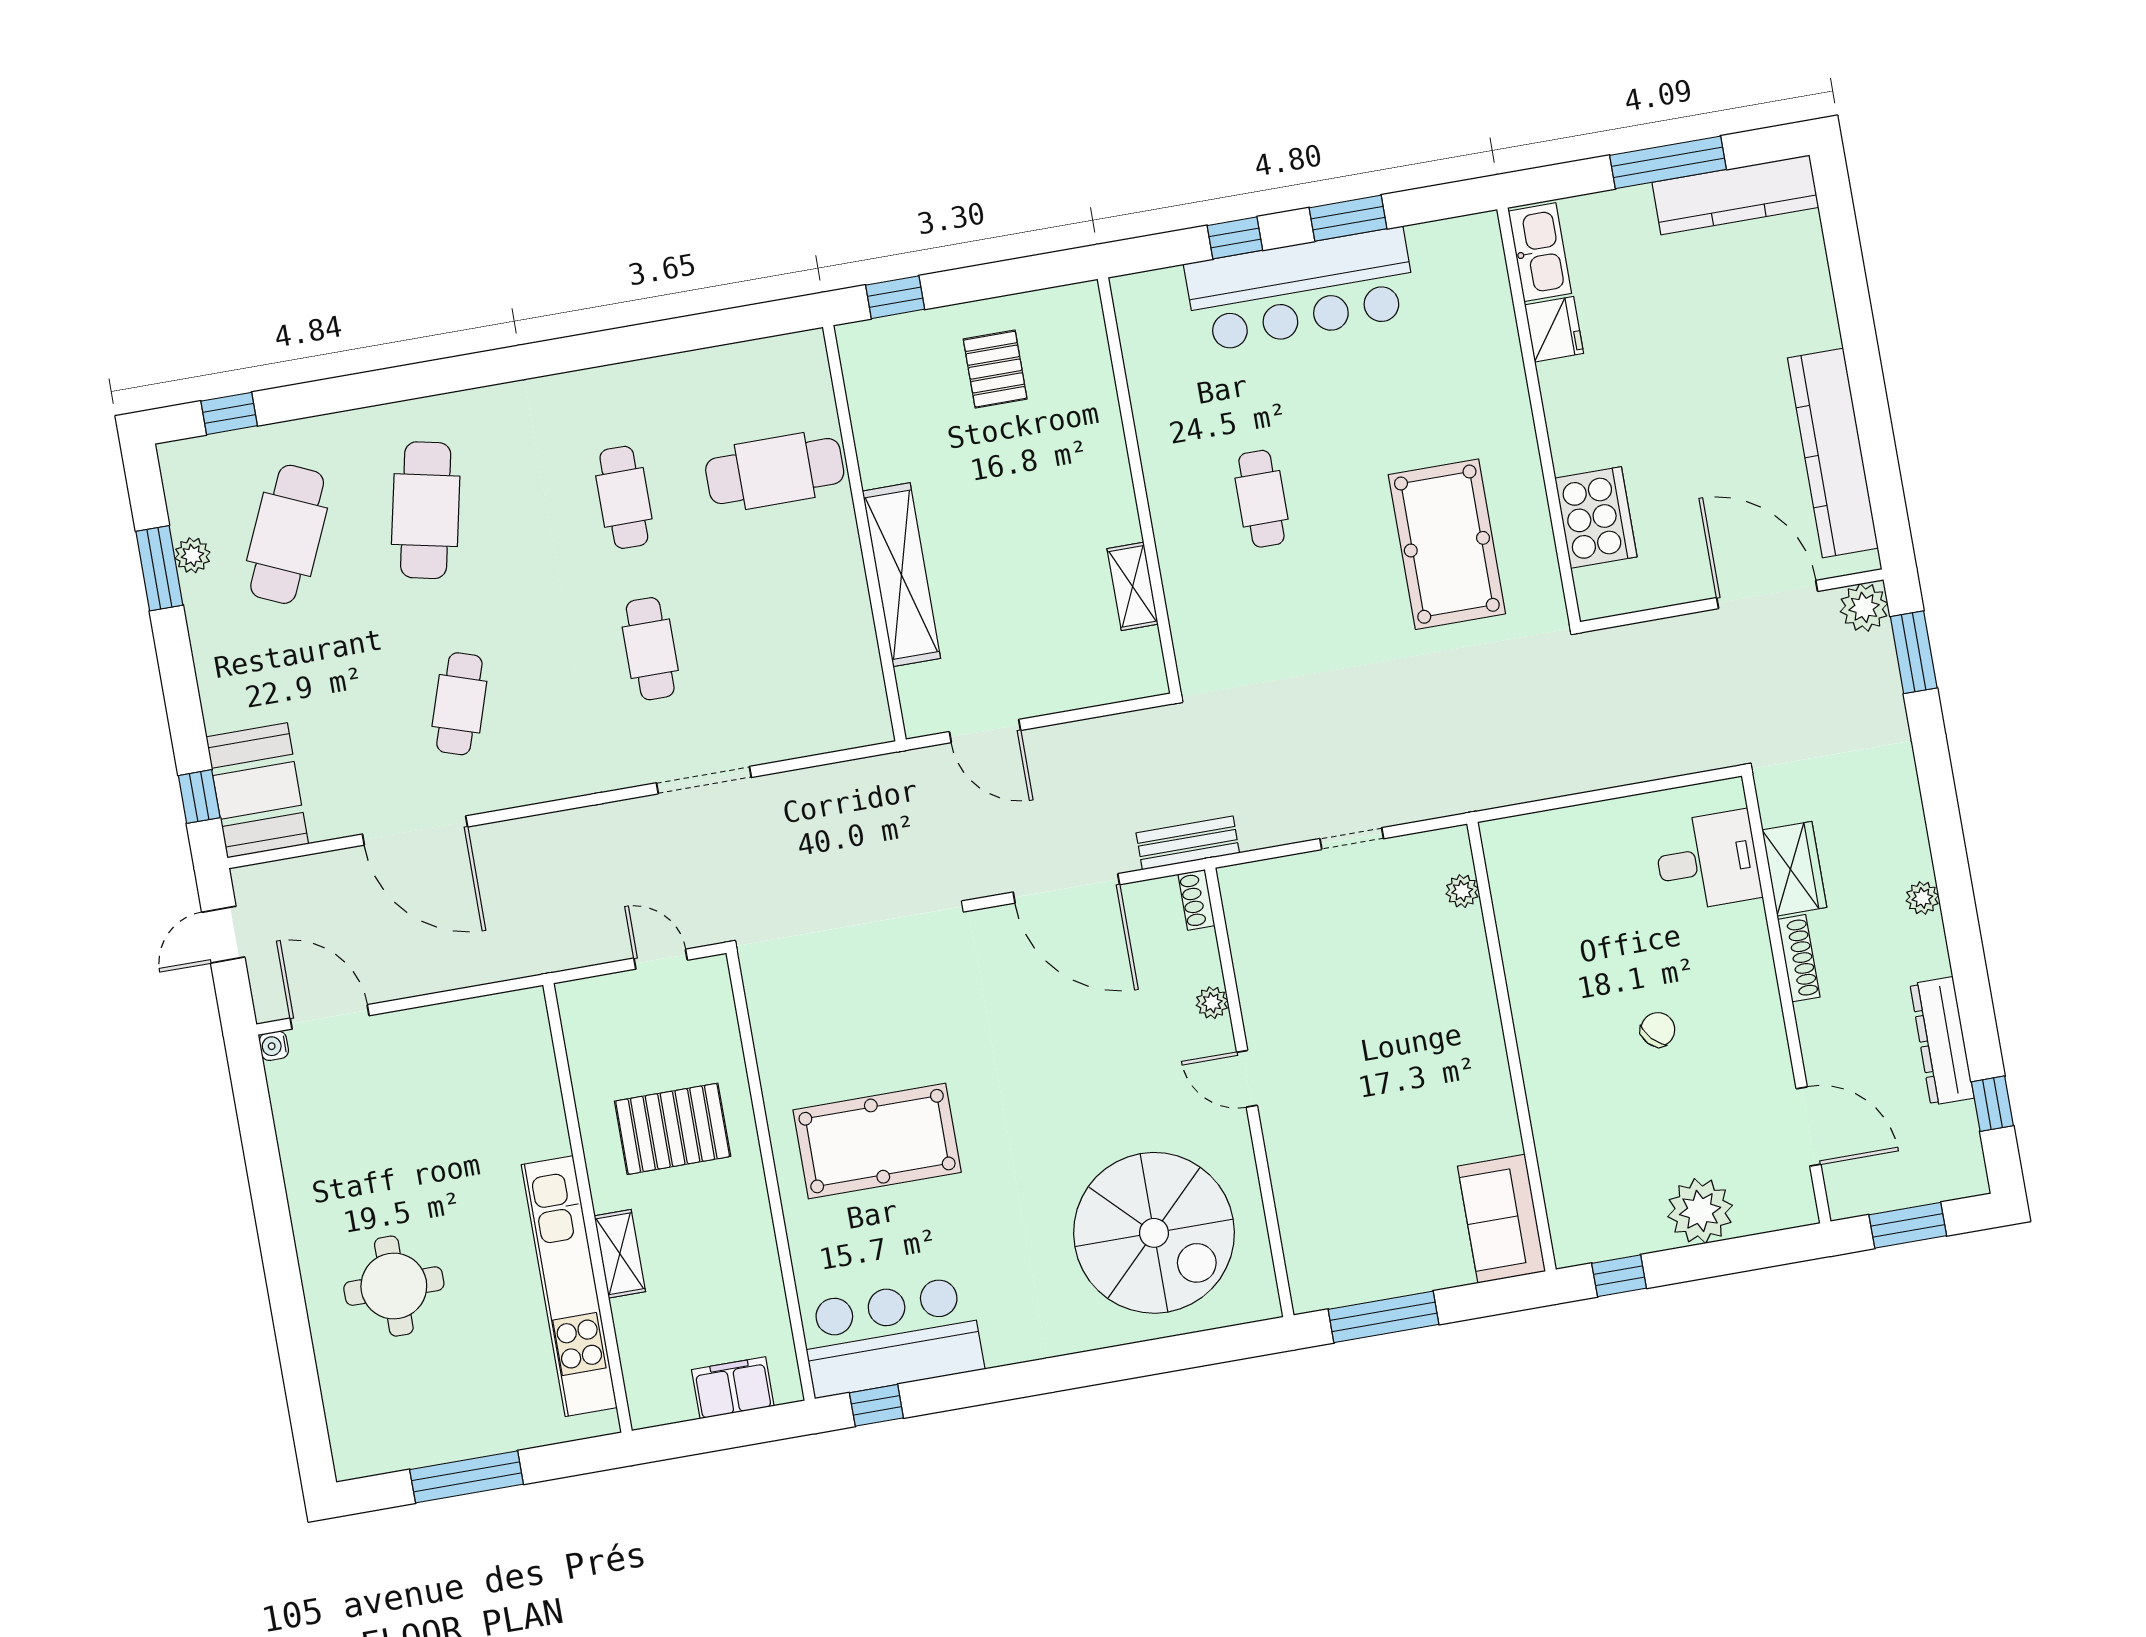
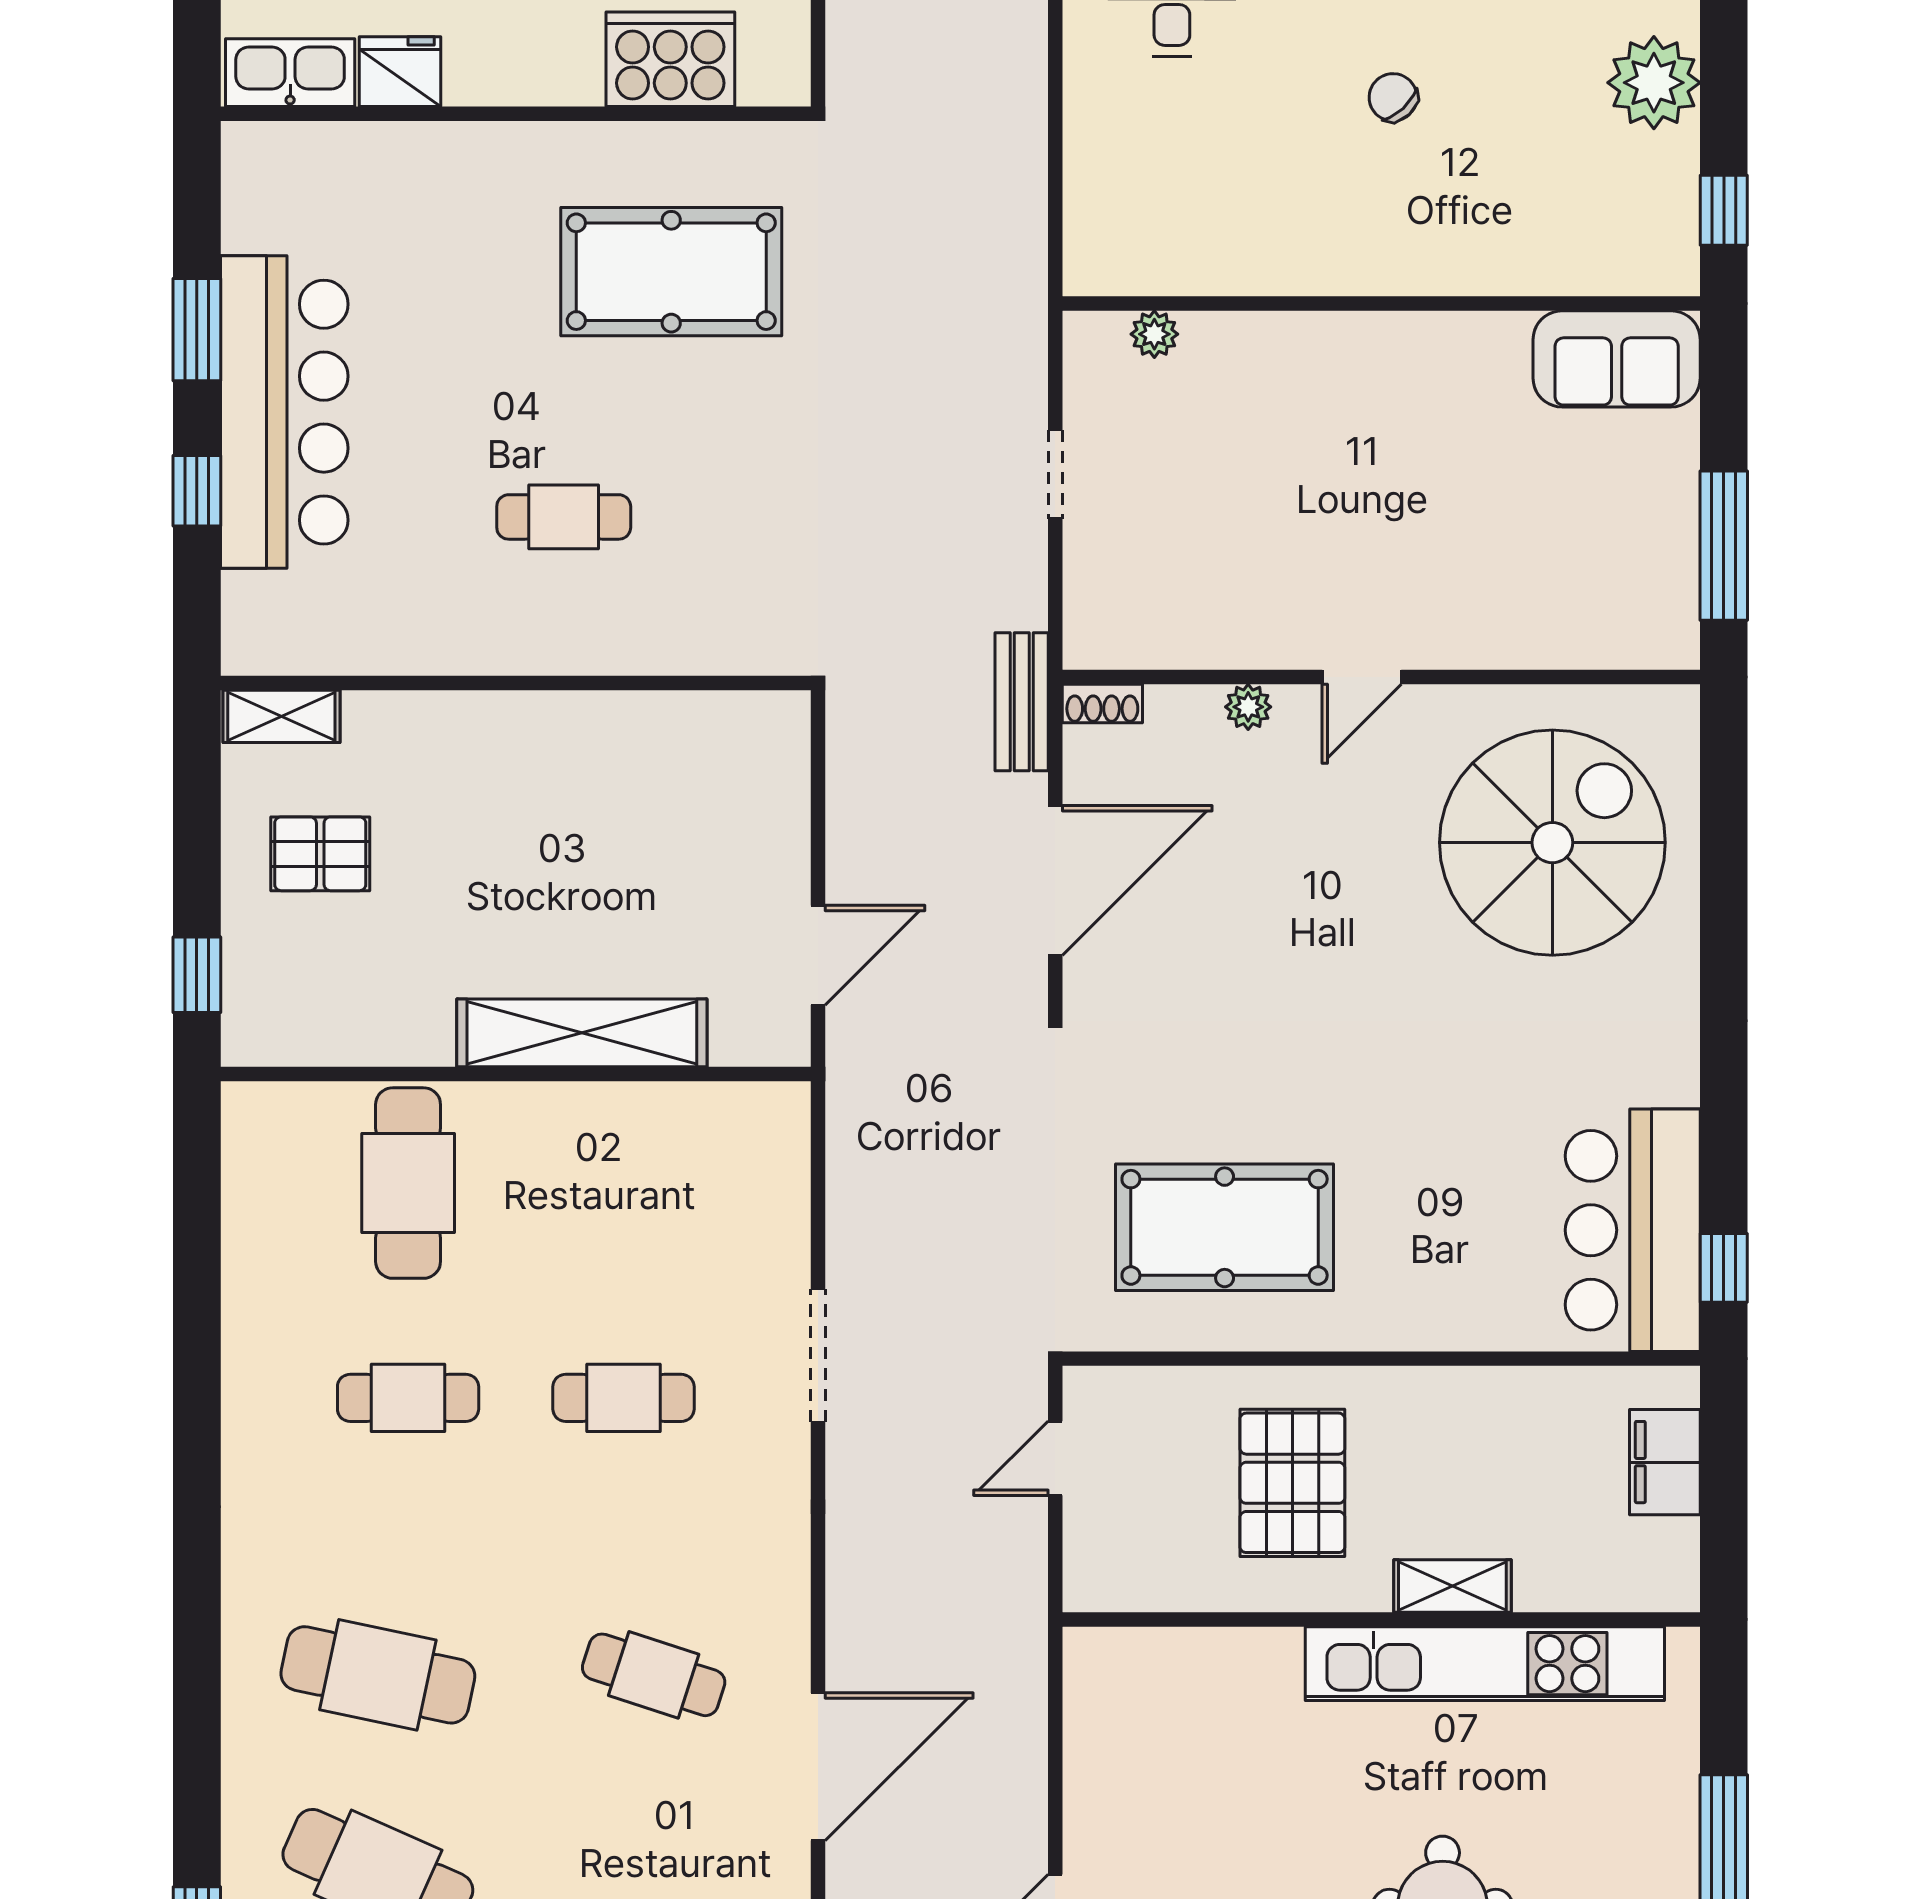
shelving: (1133, 586) -> (281, 716), moved
pool table: (877, 1141) -> (1225, 1227), moved, turned 90

